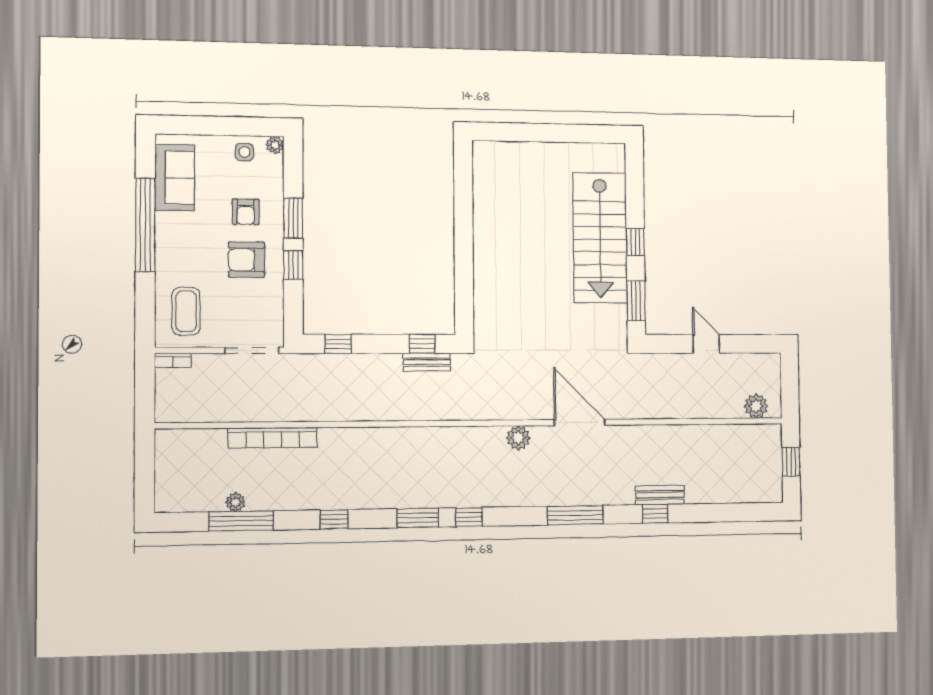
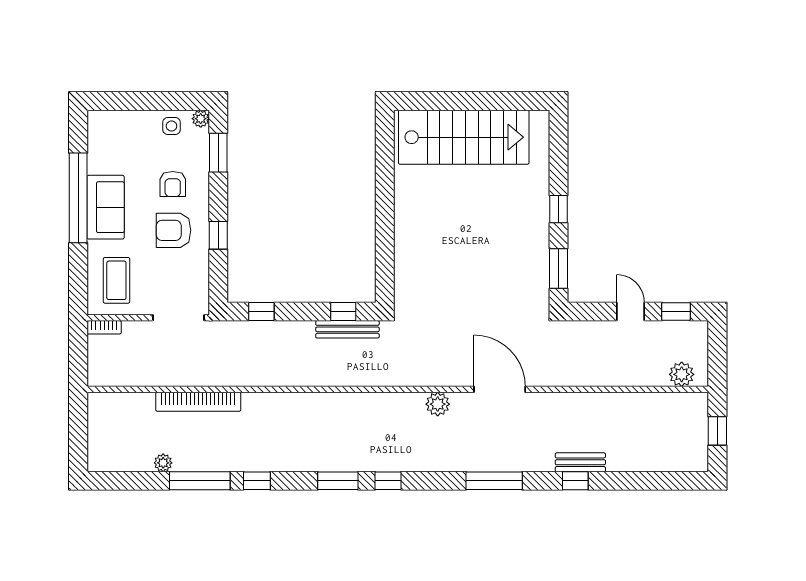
sofa: (175, 178) -> (106, 207), moved
window: (293, 218) -> (218, 153), moved
stairs: (600, 238) -> (464, 137), moved, turned -90
window: (750, 344) -> (676, 312), added
bench: (427, 362) -> (347, 329), width x1.36
window: (241, 521) -> (200, 481), moved

